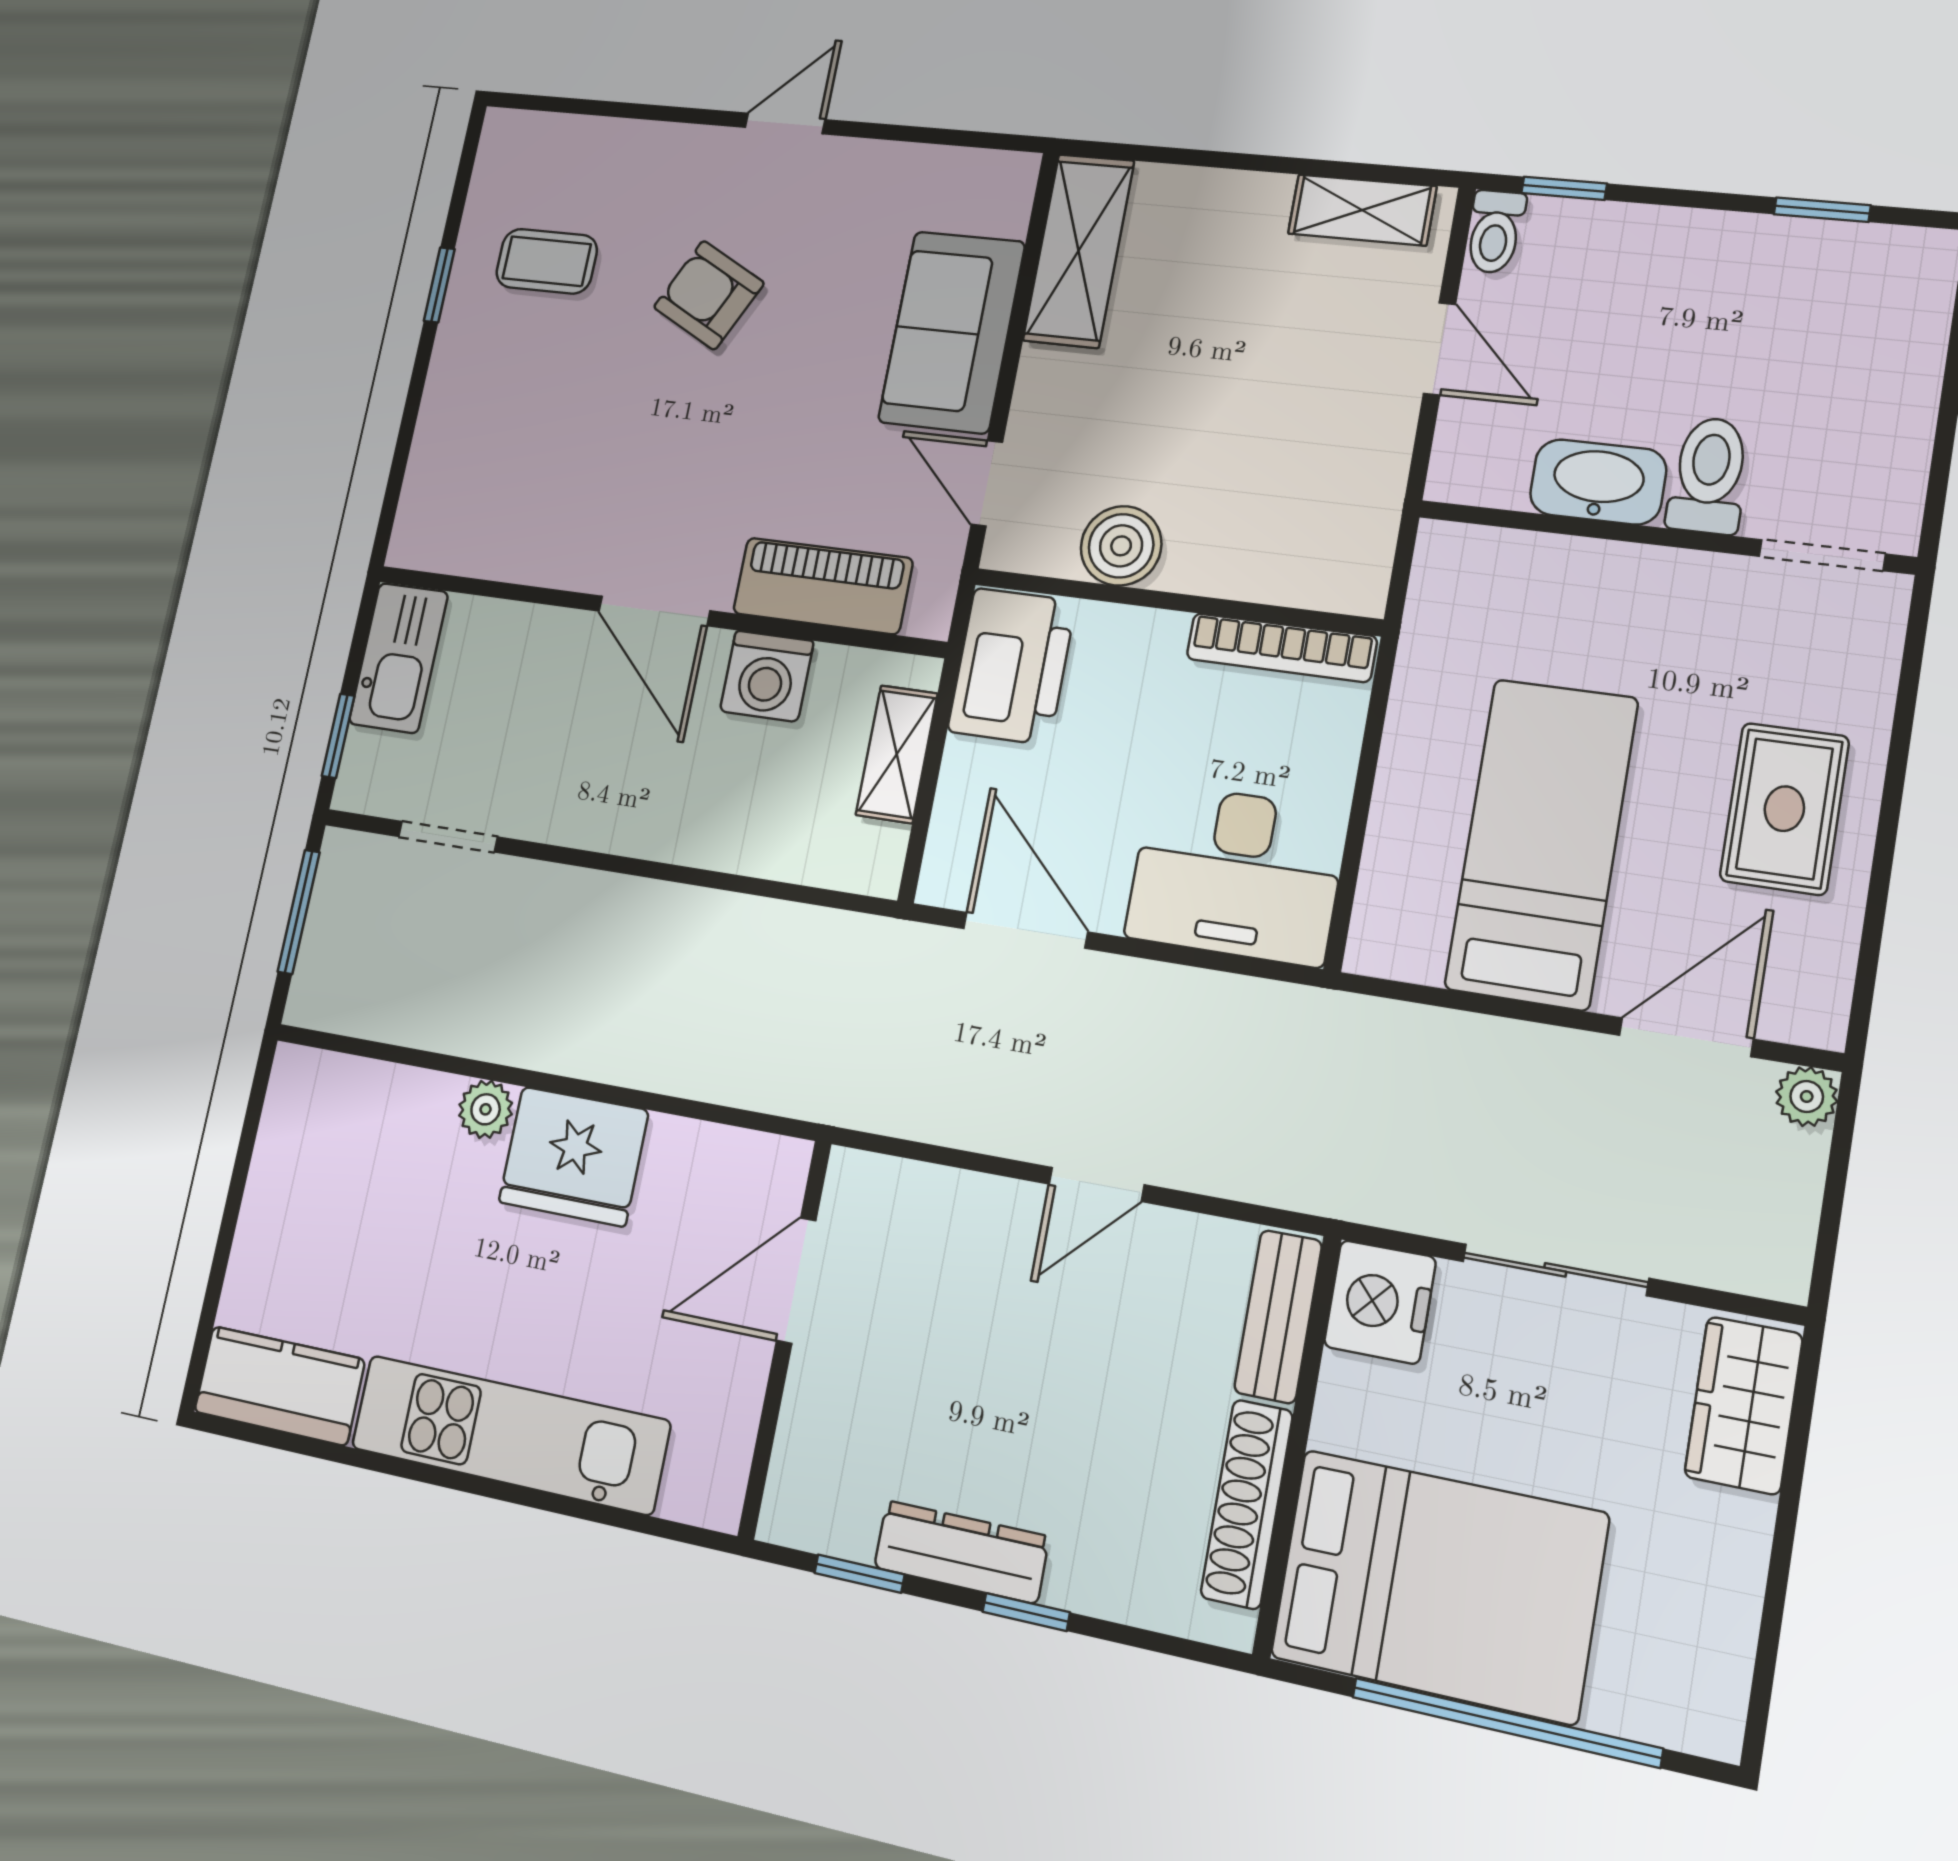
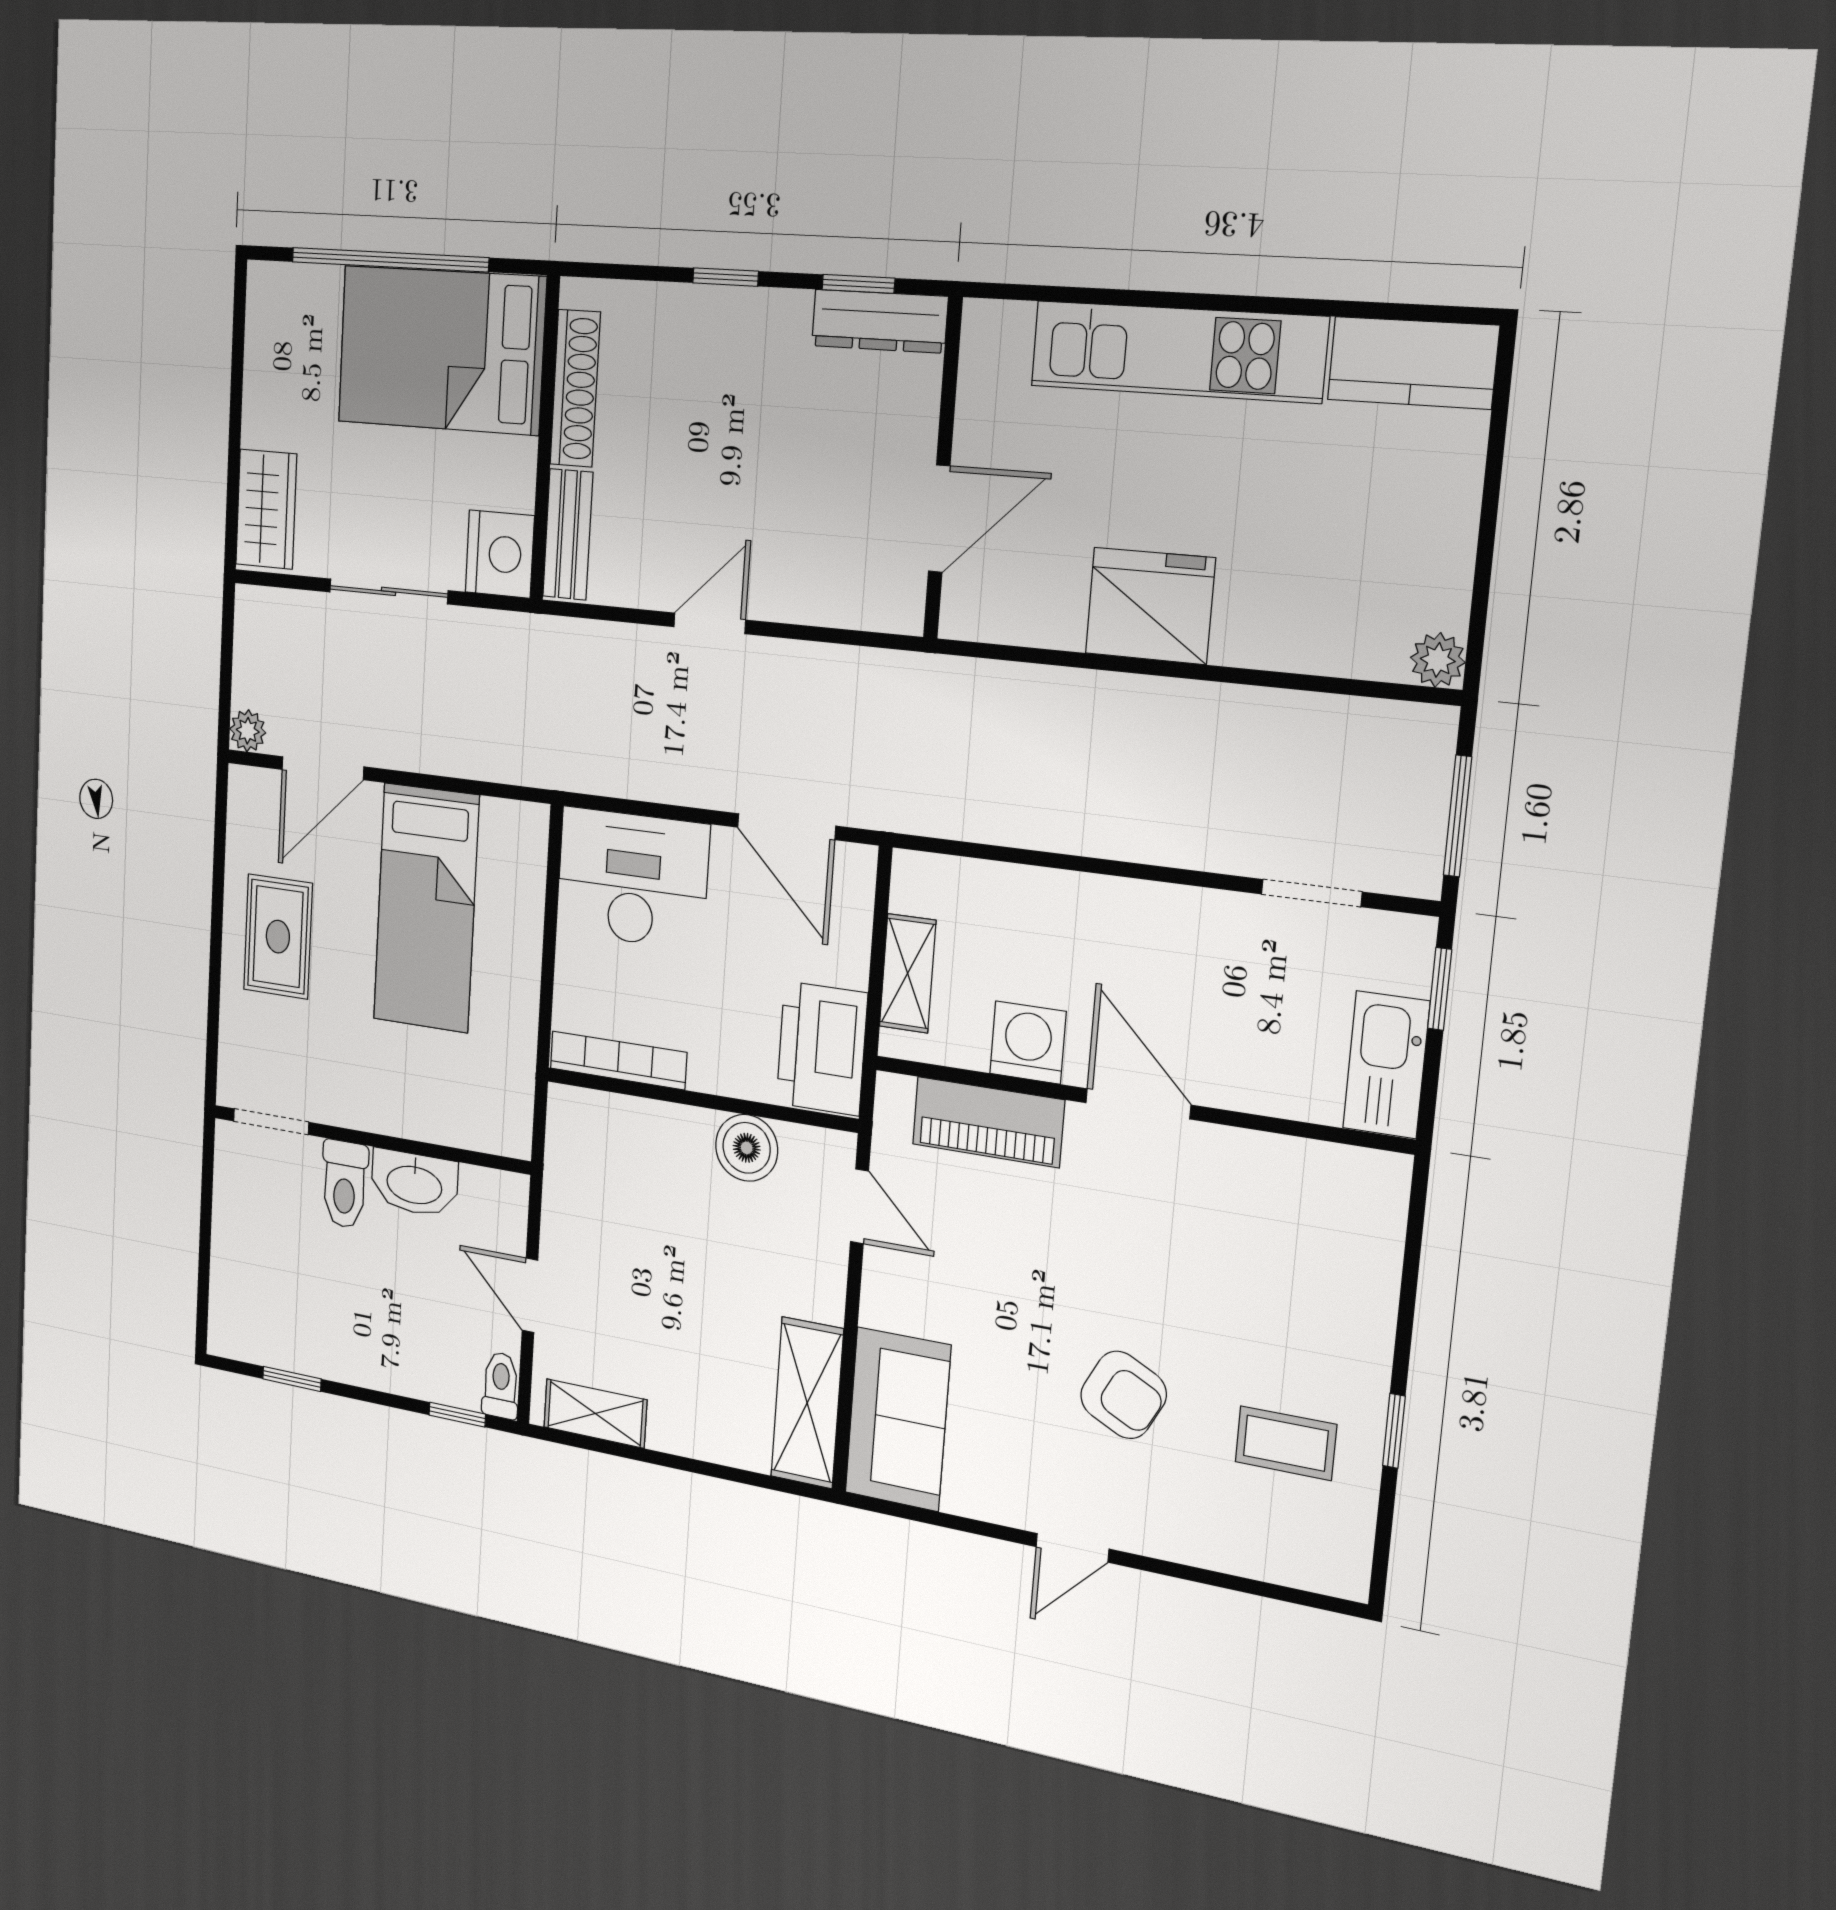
sofa: (952, 332) -> (898, 1419), moved
plant: (486, 1109) -> (1438, 660), moved
dresser: (961, 1552) -> (879, 321), moved

